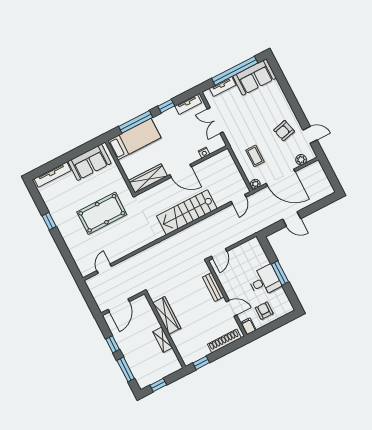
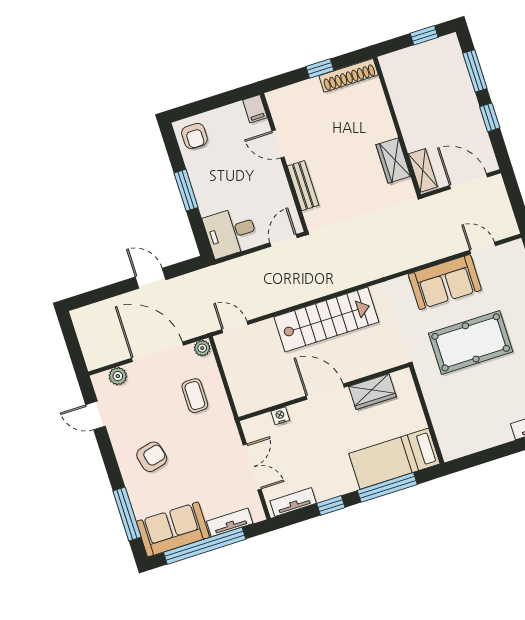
window: (282, 81) -> (127, 514), added
armchair: (284, 131) -> (152, 457), moved
sofa: (89, 162) -> (445, 282), moved, turned 180
wardrobe: (148, 178) -> (372, 392), width x0.67
door: (239, 199) -> (235, 327), hinge flipped
door: (104, 269) -> (483, 248), swing flipped
desk: (264, 281) -> (231, 232), moved
door: (119, 306) -> (468, 181), hinge flipped
armchair: (264, 311) -> (194, 136), moved
wardrobe: (167, 315) -> (393, 160), width x0.67
shelving: (163, 340) -> (423, 170), moved
shoe rack: (224, 341) -> (349, 75), moved
window: (201, 363) -> (320, 69), moved

